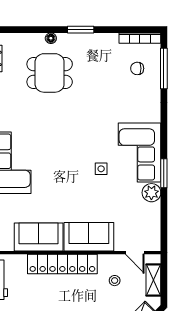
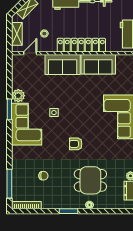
chair: (137, 68) -> (43, 176), moved
armchair: (70, 124) -> (76, 144), added
door: (135, 253) -> (30, 53), hinge flipped

